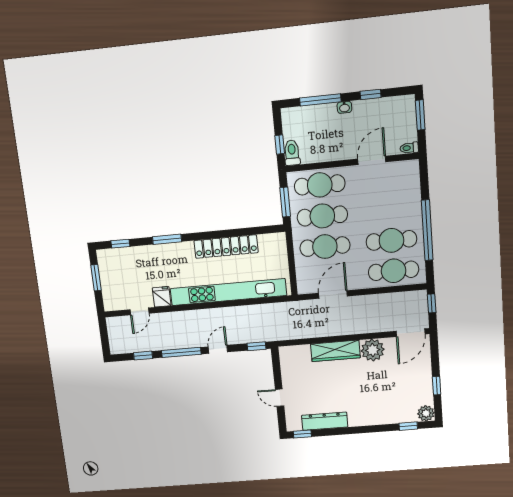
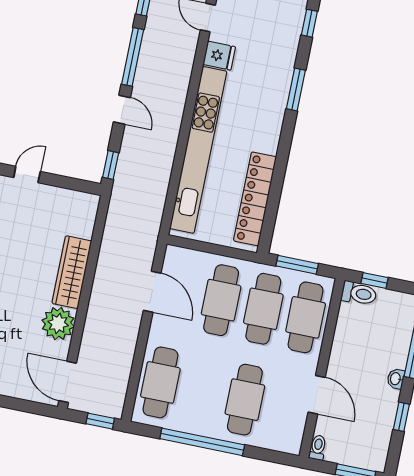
cafe table: (391, 240) -> (245, 400), moved
locker: (226, 247) -> (255, 199), moved

